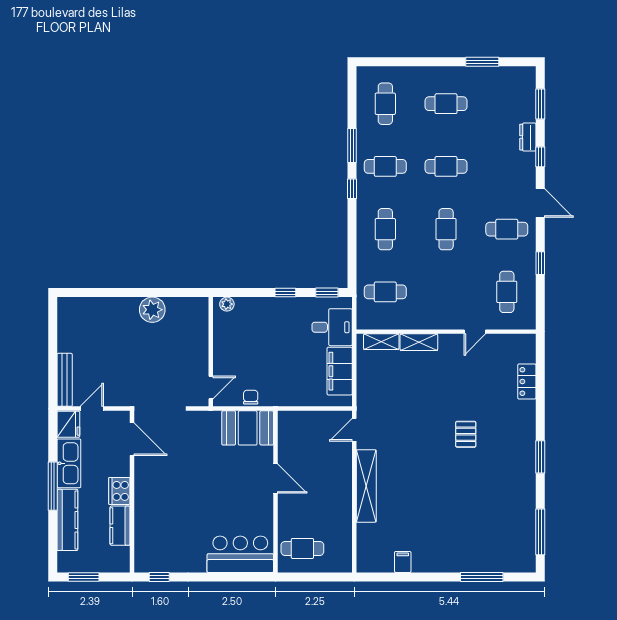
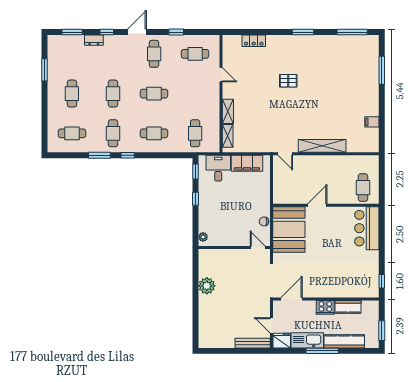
booth: (248, 428) -> (289, 229), width x1.36, depth x1.42

